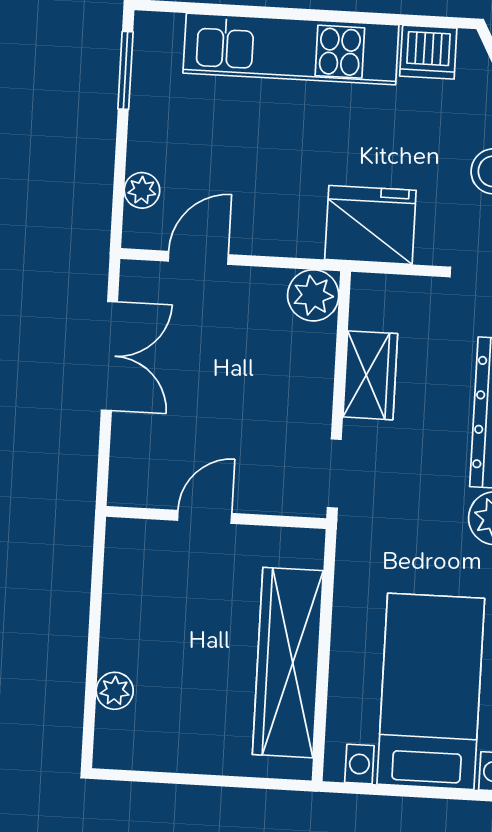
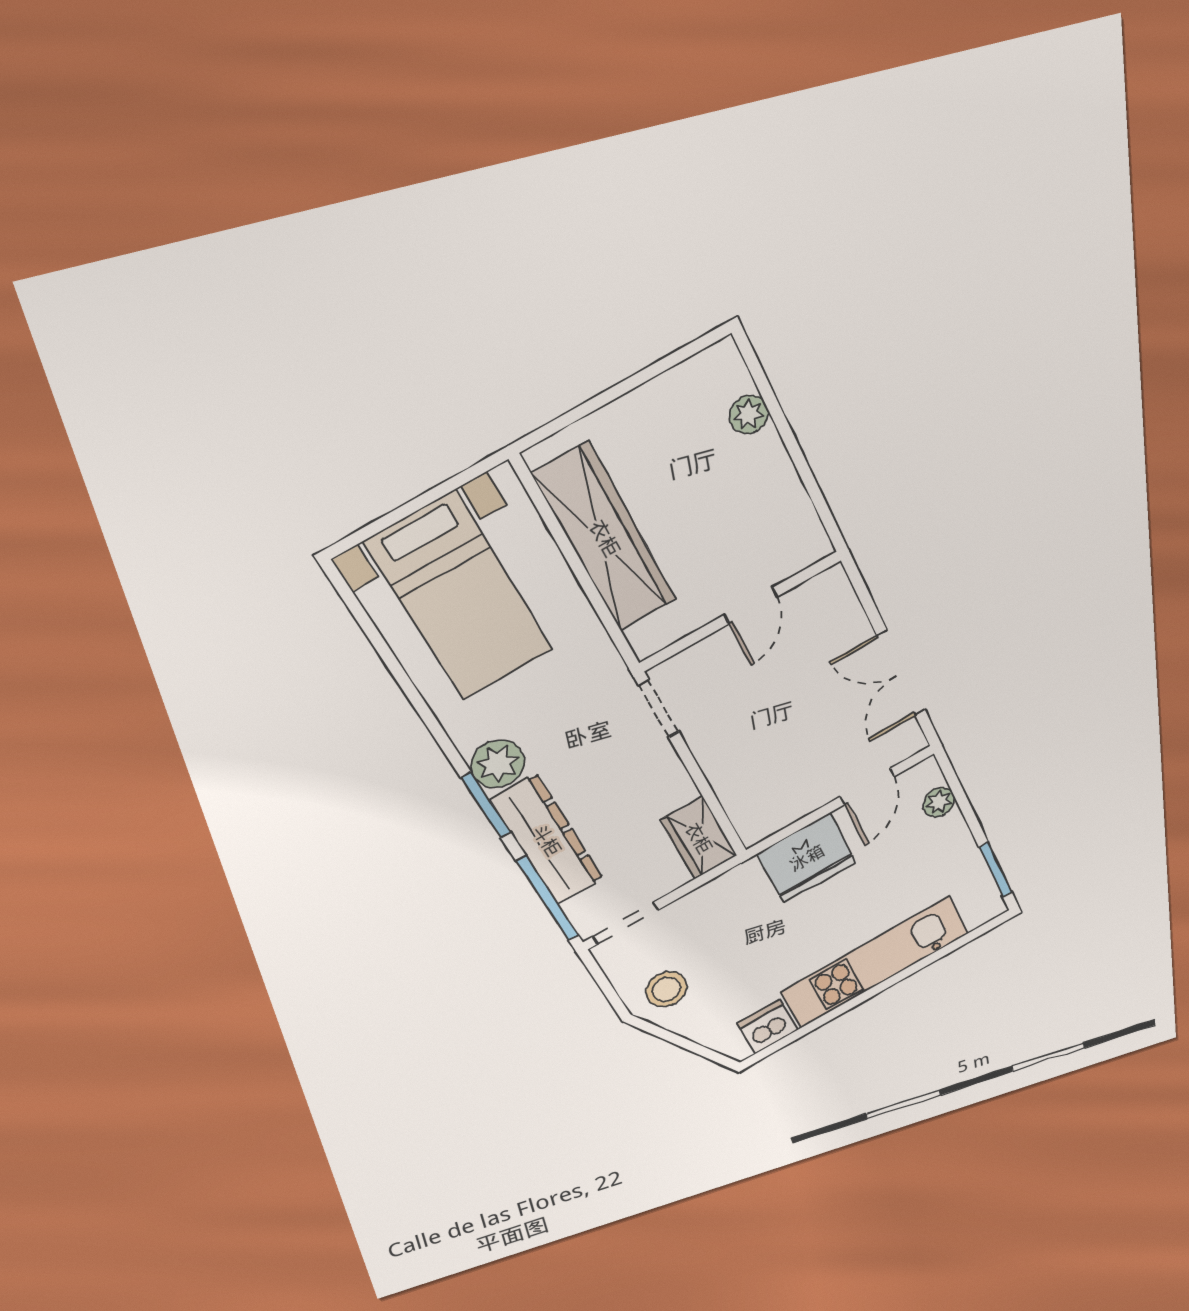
fridge: (370, 225) -> (807, 858), moved
plant: (313, 295) -> (758, 821), removed
wardrobe: (370, 375) -> (699, 838), moved

